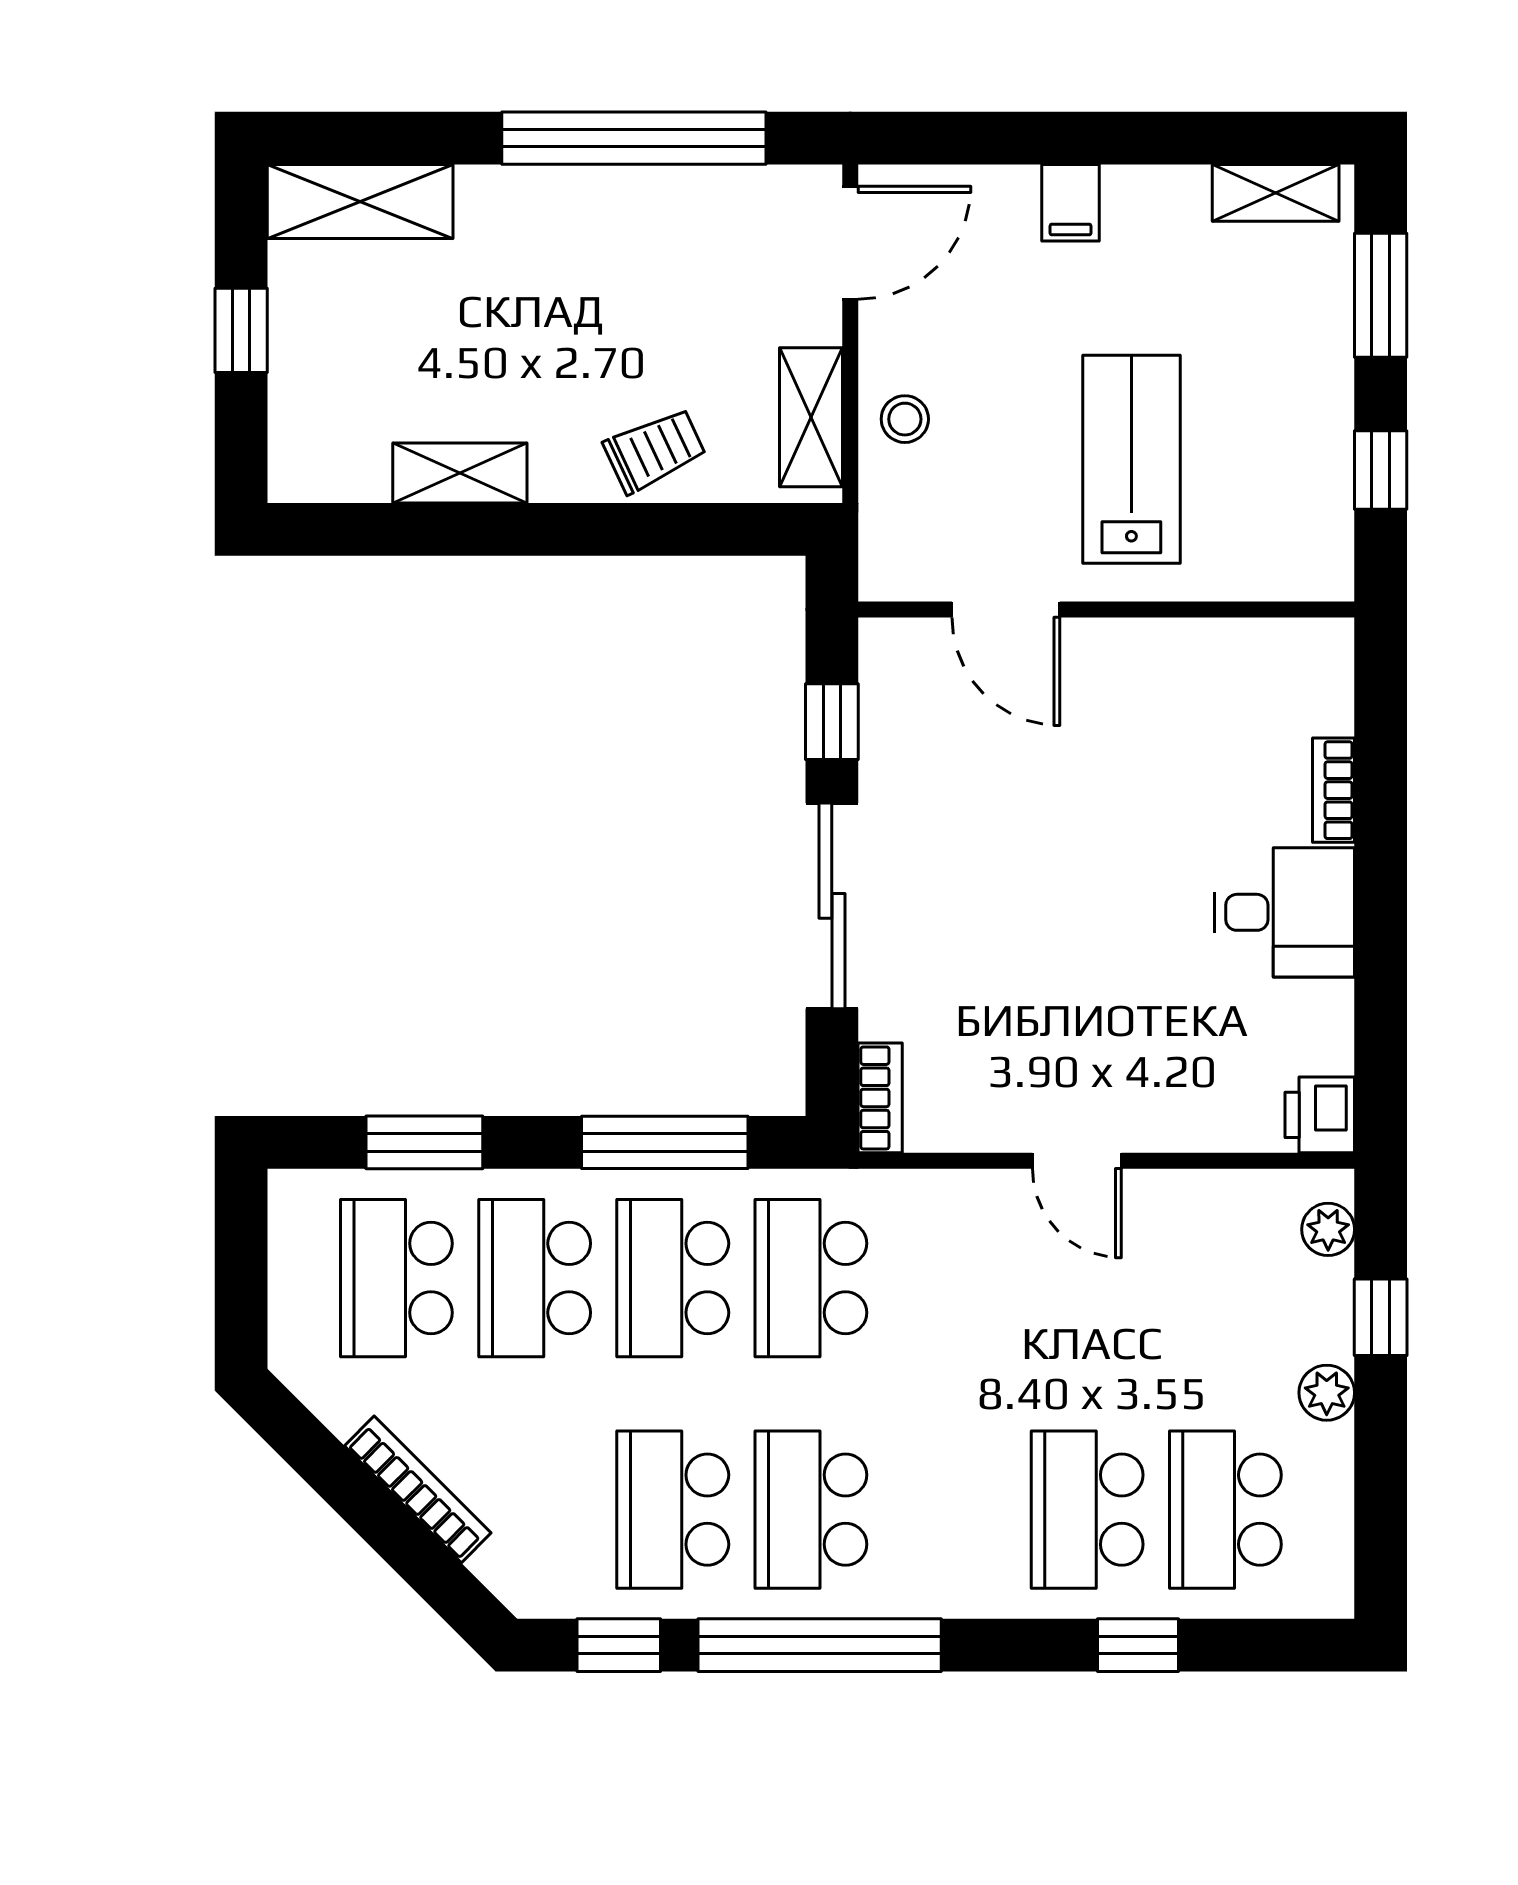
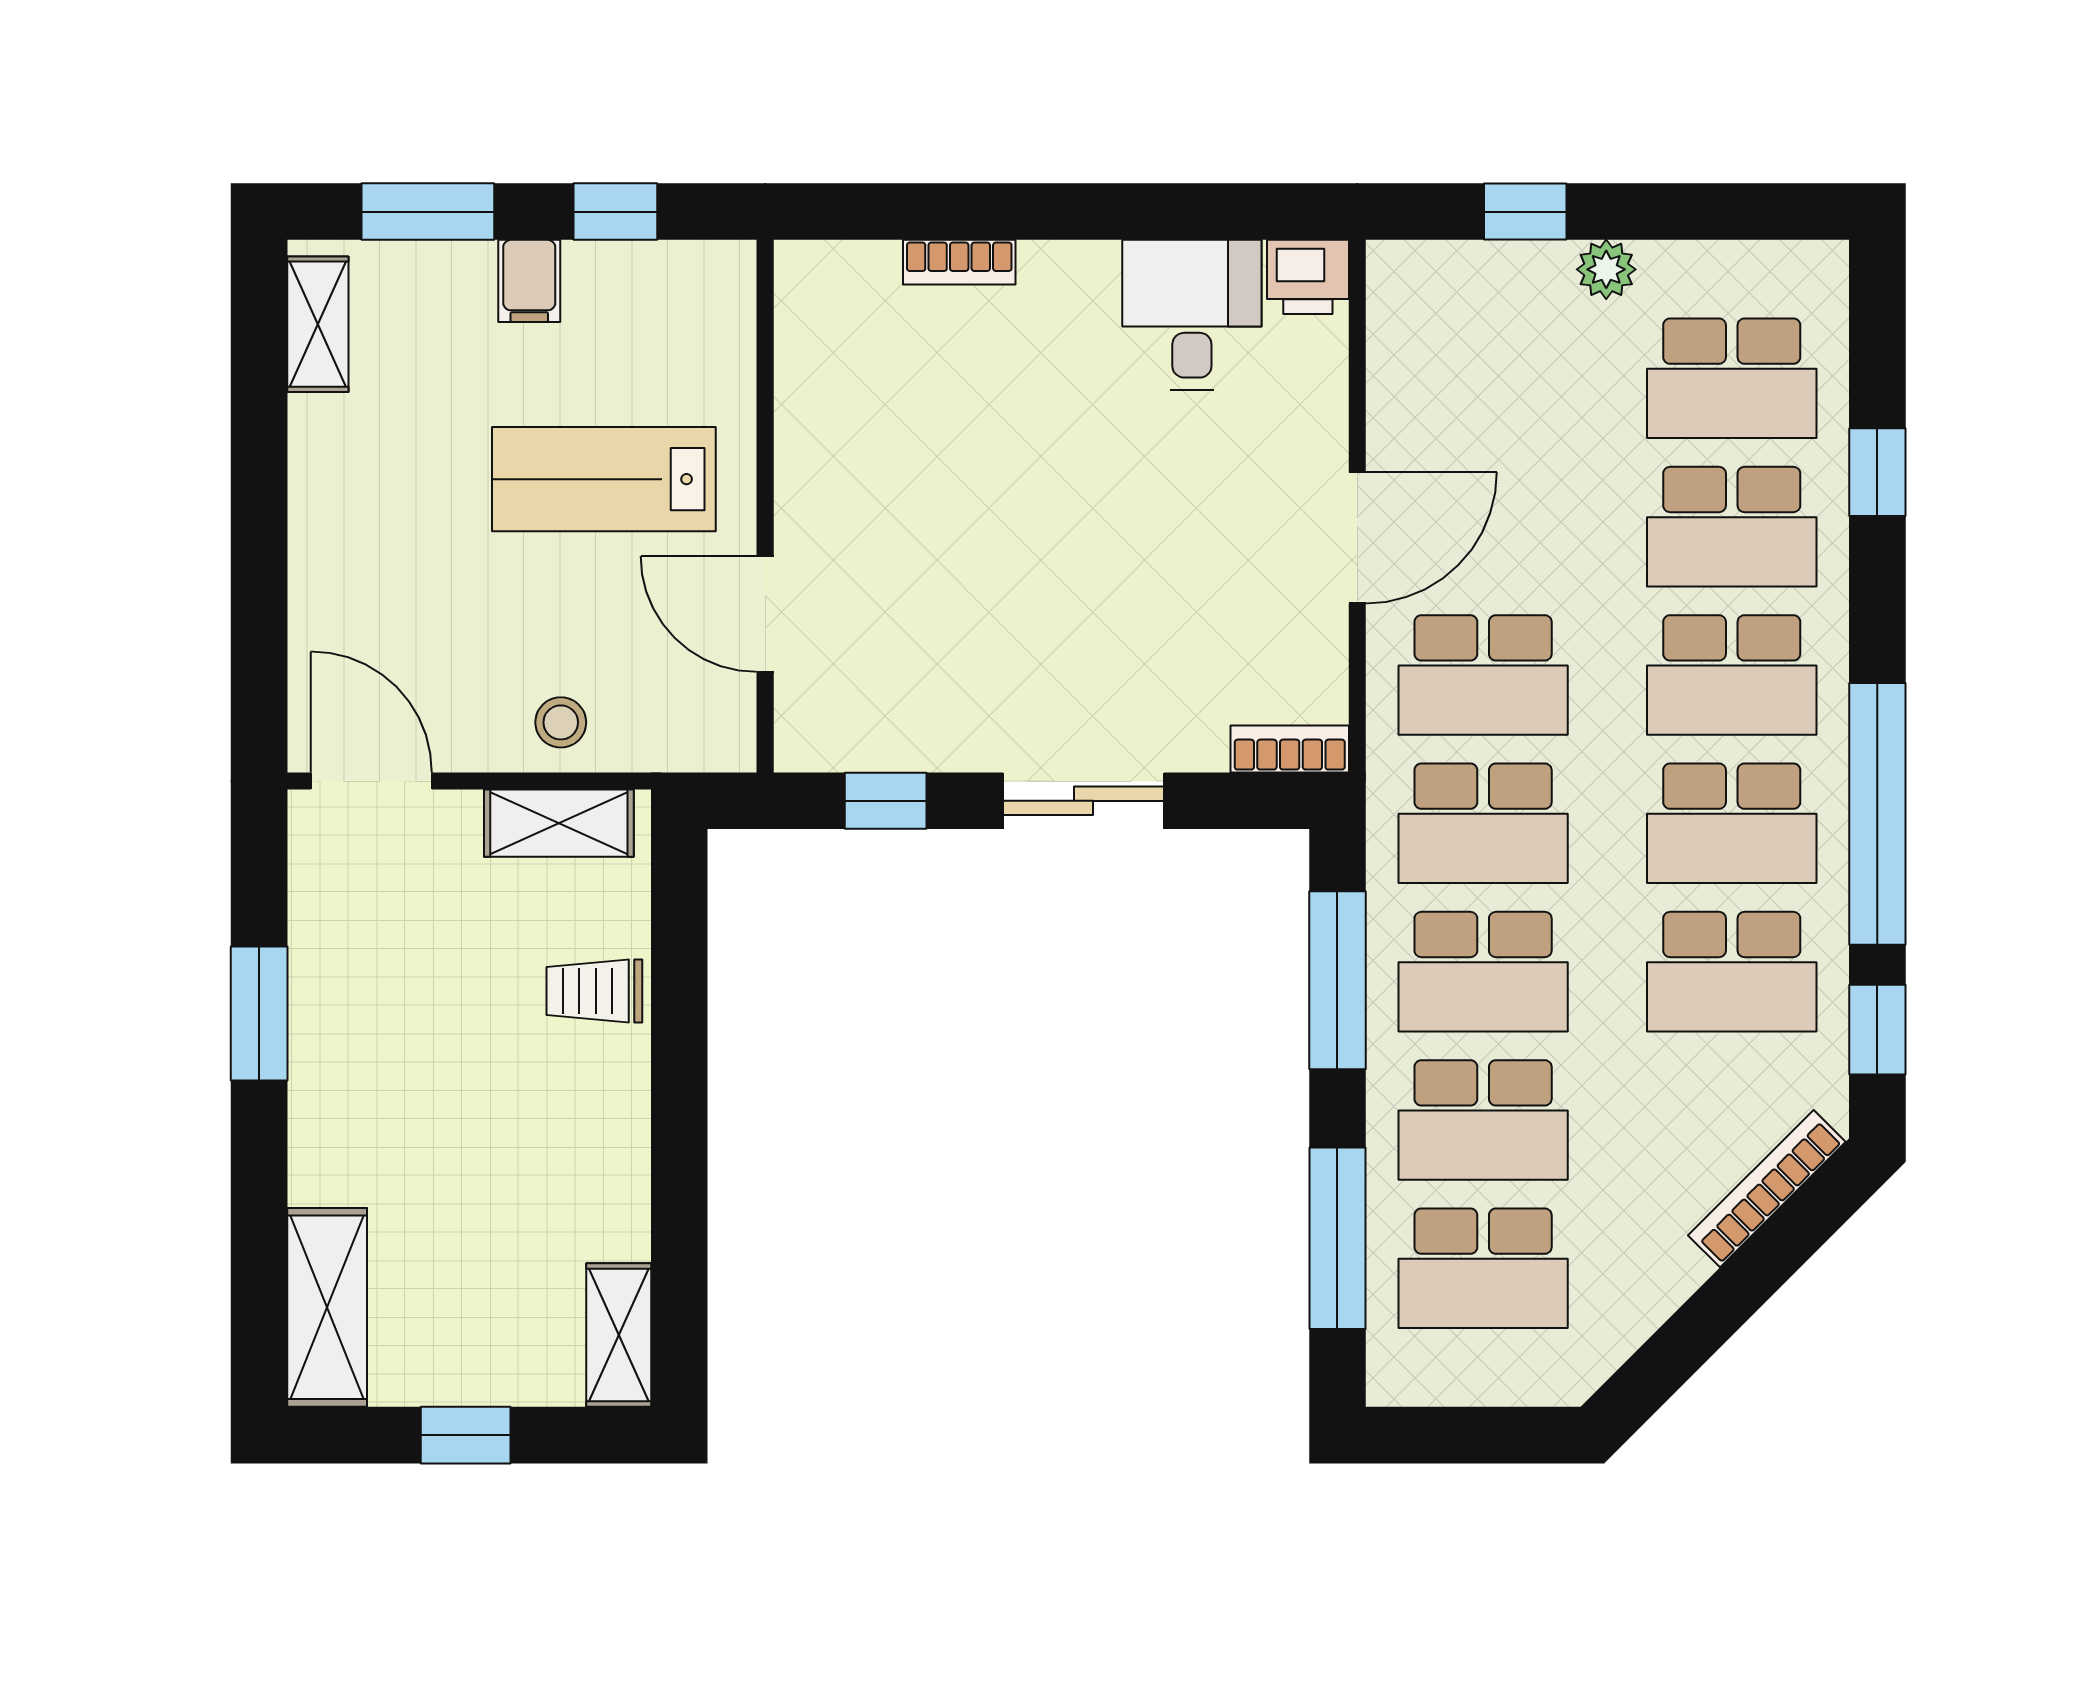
window: (634, 138) -> (259, 1013), width x0.47
filing cabinet: (1071, 203) -> (529, 281), moved, turned 90
trolley: (655, 450) -> (594, 991), turned -65
shelving: (460, 473) -> (619, 1335), moved
door: (1006, 609) -> (765, 614), swing flipped
sliding door: (832, 906) -> (1083, 801), width x0.73
desk: (1285, 912) -> (1192, 315), moved
window: (424, 1142) -> (1337, 1238), width x1.44
door: (1077, 1161) -> (1357, 538), width x1.38
plant: (1328, 1229) -> (1431, 268), removed
school desk: (949, 1278) -> (1483, 675), added
bookcase: (418, 1489) -> (1767, 1189), moved
school desk: (949, 1510) -> (1732, 675), added

